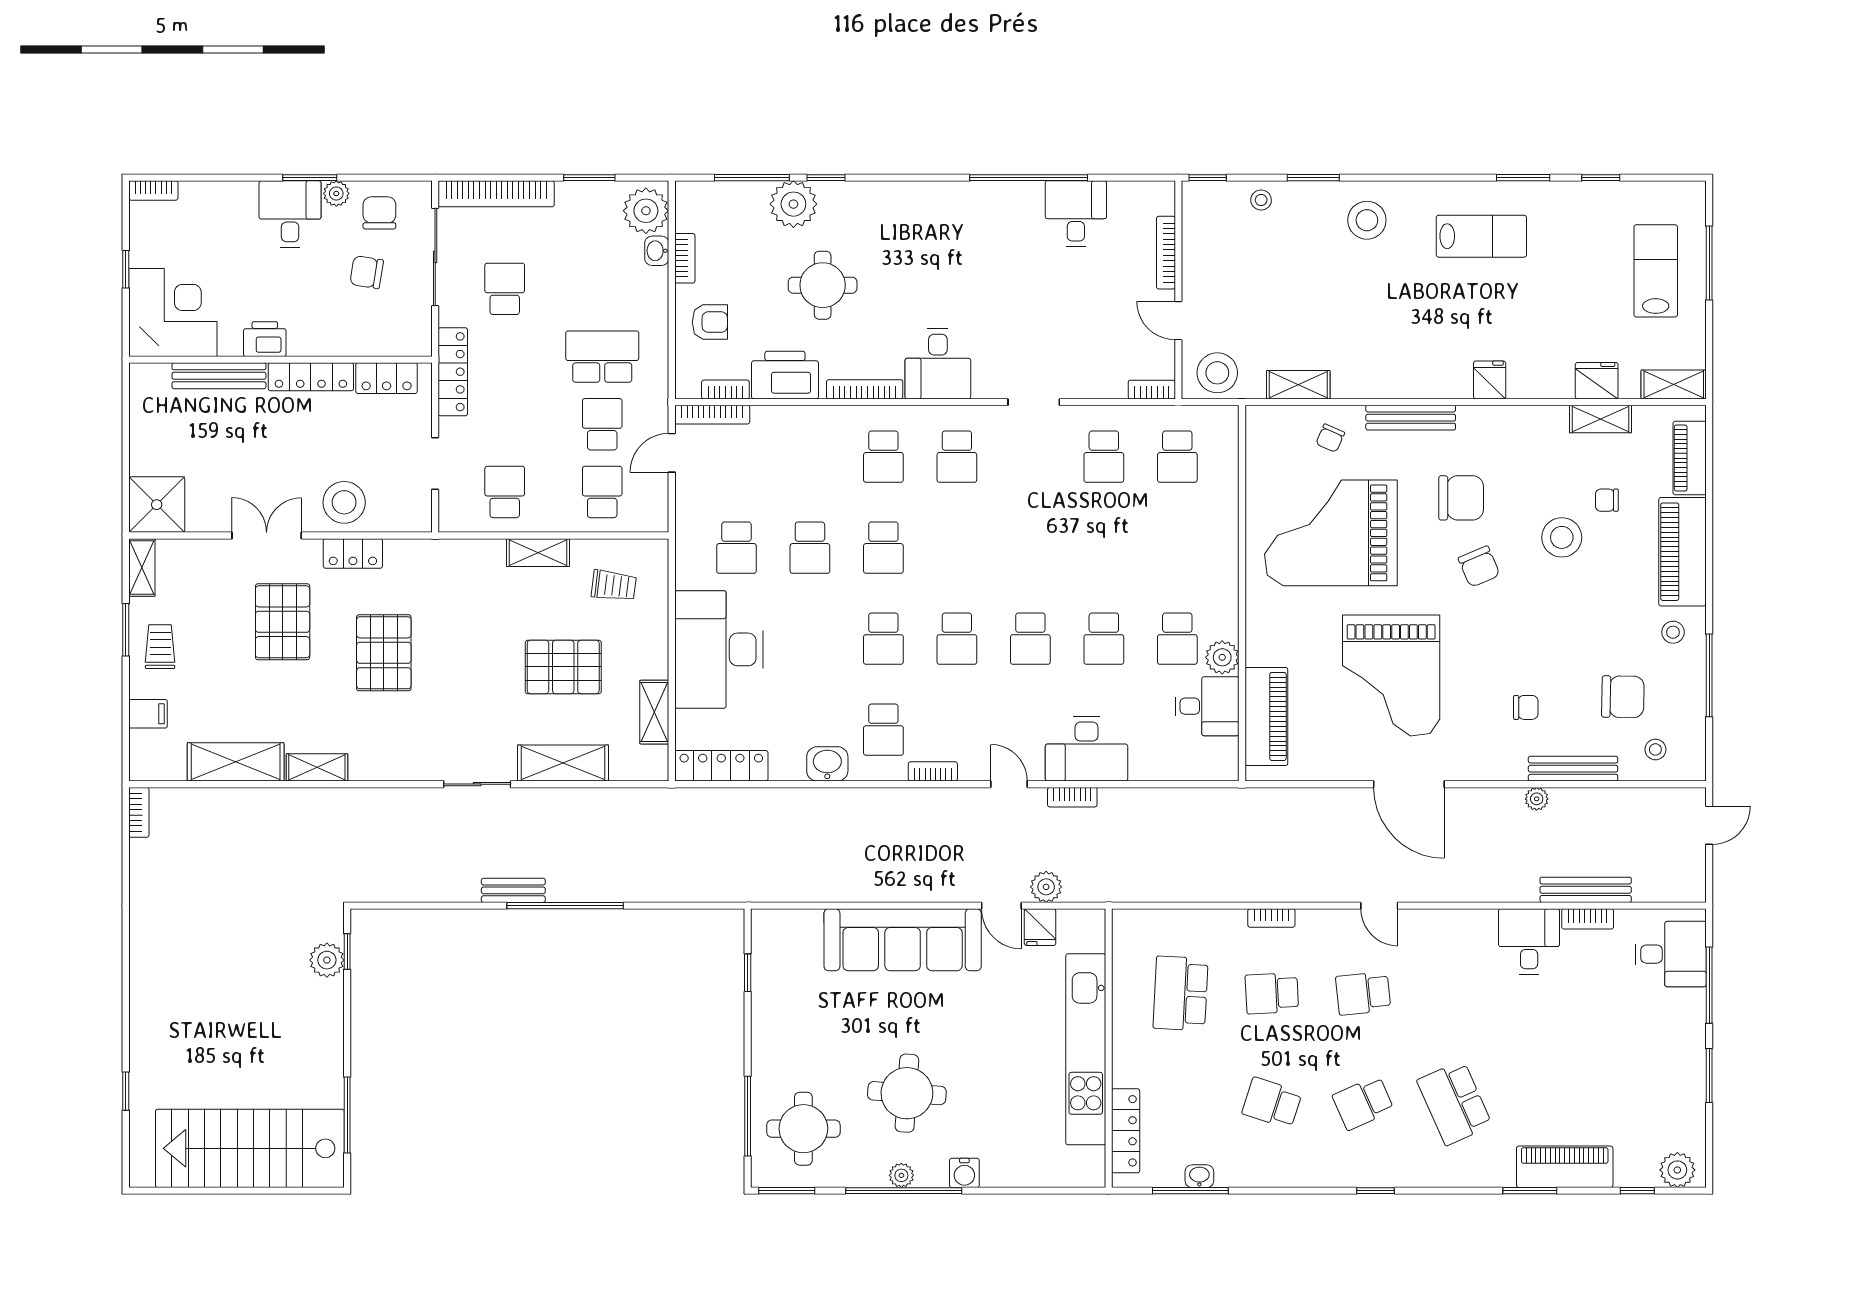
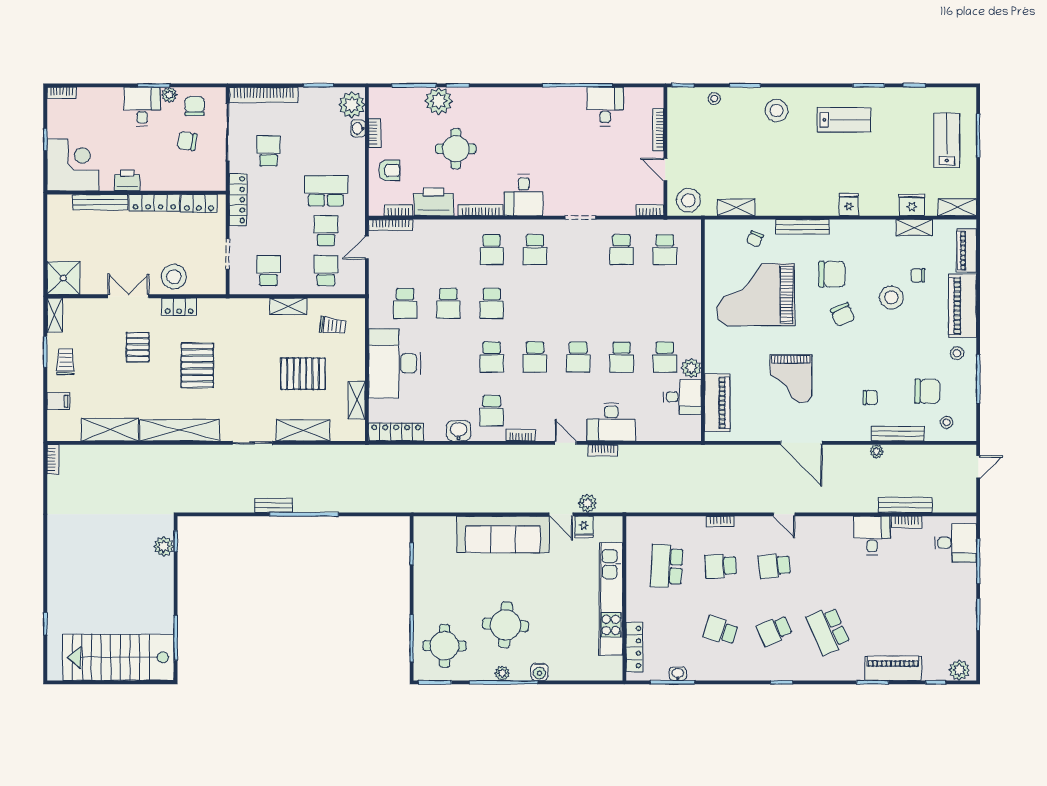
pallet: (283, 622) -> (138, 347), width x0.67, depth x0.71
grand piano: (1391, 675) -> (791, 379), width x0.73, depth x0.68
shelving: (317, 767) -> (180, 430), width x2.20, depth x1.33

